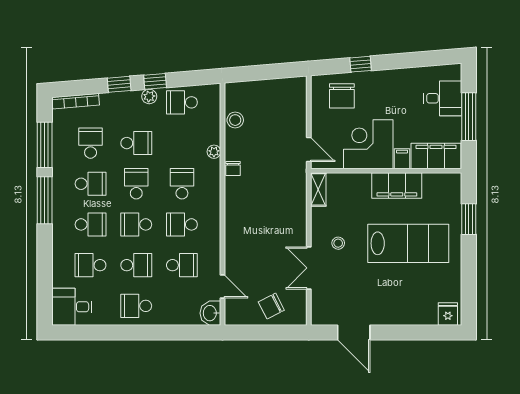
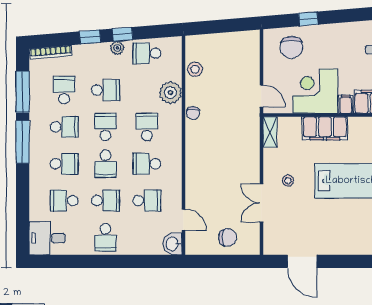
plant: (214, 152) -> (170, 93), width x1.88, depth x1.88
filing cabinet: (397, 185) -> (325, 128), moved
school desk: (136, 224) -> (105, 164), turned -90
school desk: (136, 306) -> (105, 237), turned -90
chair: (271, 306) -> (228, 237), turned -153

